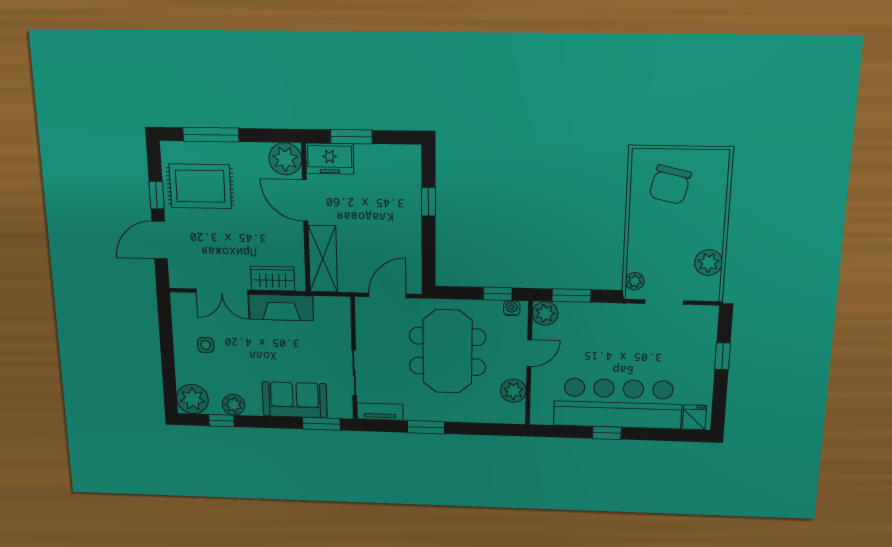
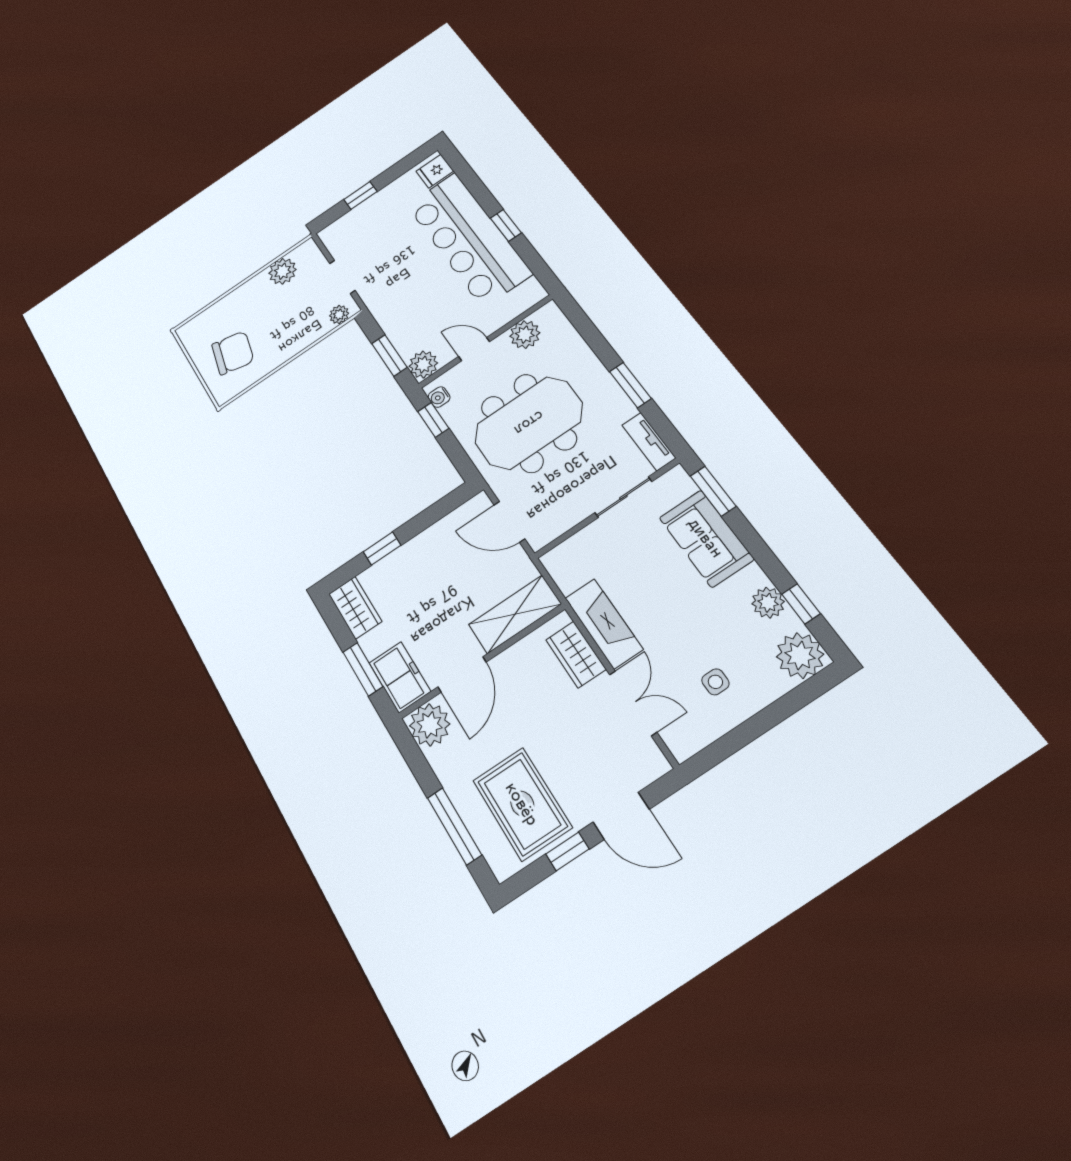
wardrobe: (399, 157) -> (355, 608), added

